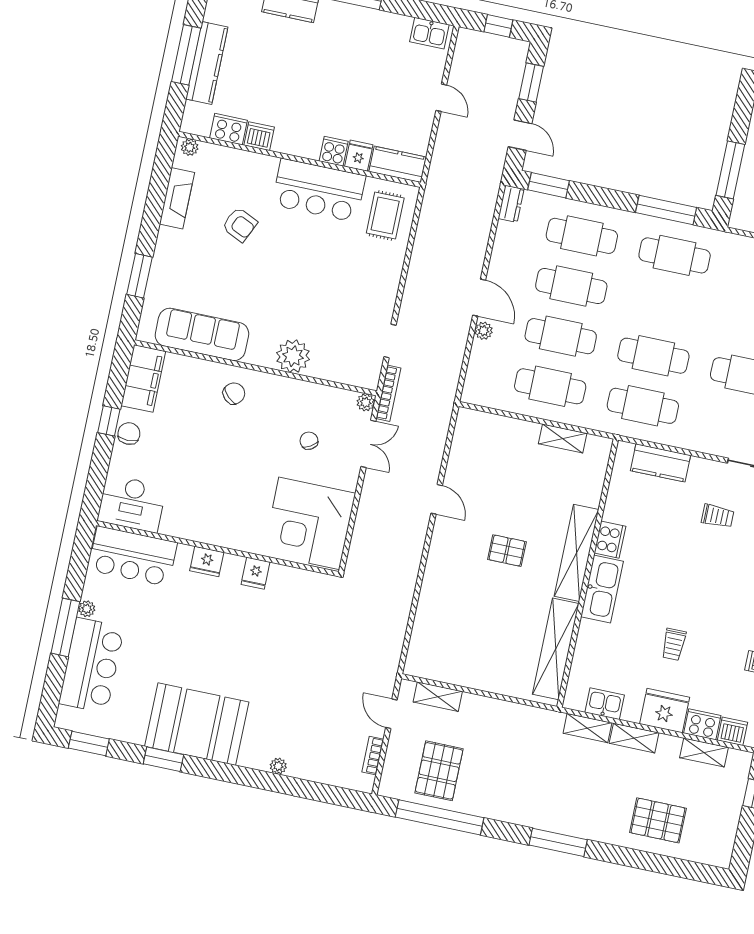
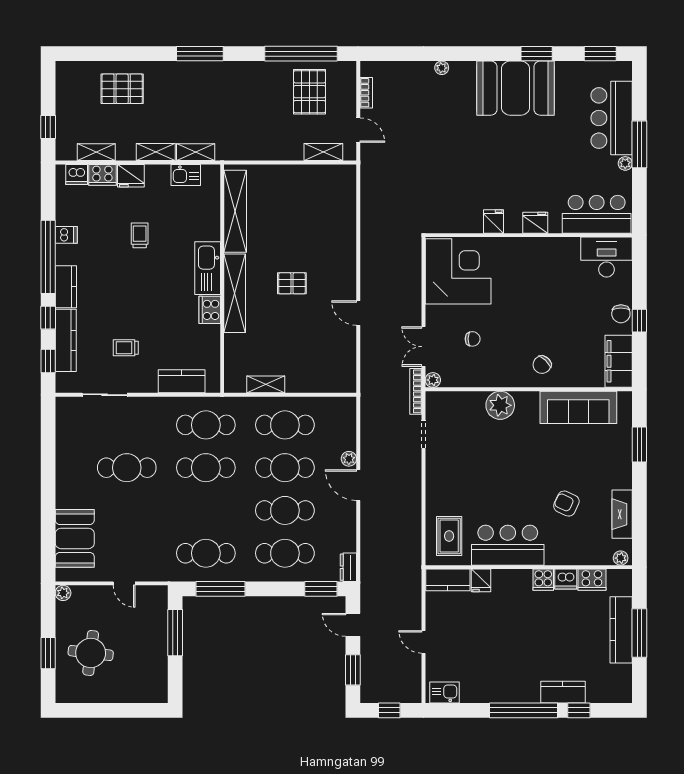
cooker: (334, 151) -> (543, 580), moved
chair: (309, 441) -> (473, 339), turned -59
fridge: (665, 711) -> (131, 176), width x0.73, depth x0.75

